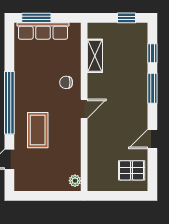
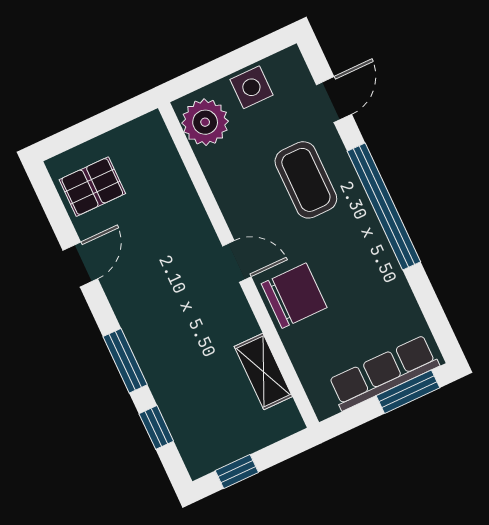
chair: (66, 82) -> (294, 296), width x1.87, depth x1.87
door: (84, 109) -> (237, 261), swing flipped
side table: (43, 181) -> (251, 87), added
plant: (75, 181) -> (205, 122), width x1.88, depth x1.88

